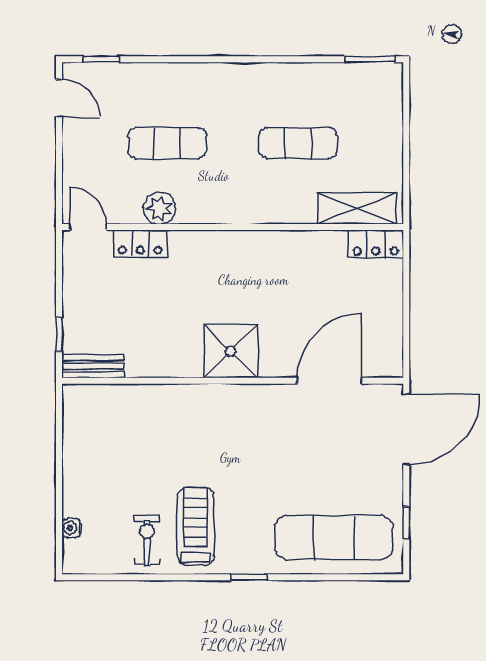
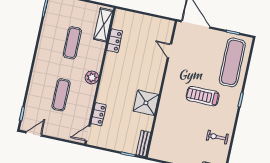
plant: (159, 208) -> (92, 77), moved
locker: (376, 244) -> (115, 41), moved
shower: (231, 351) -> (146, 103), moved
door: (329, 381) -> (170, 51), width x0.53
treadmill: (196, 526) -> (203, 96), moved

